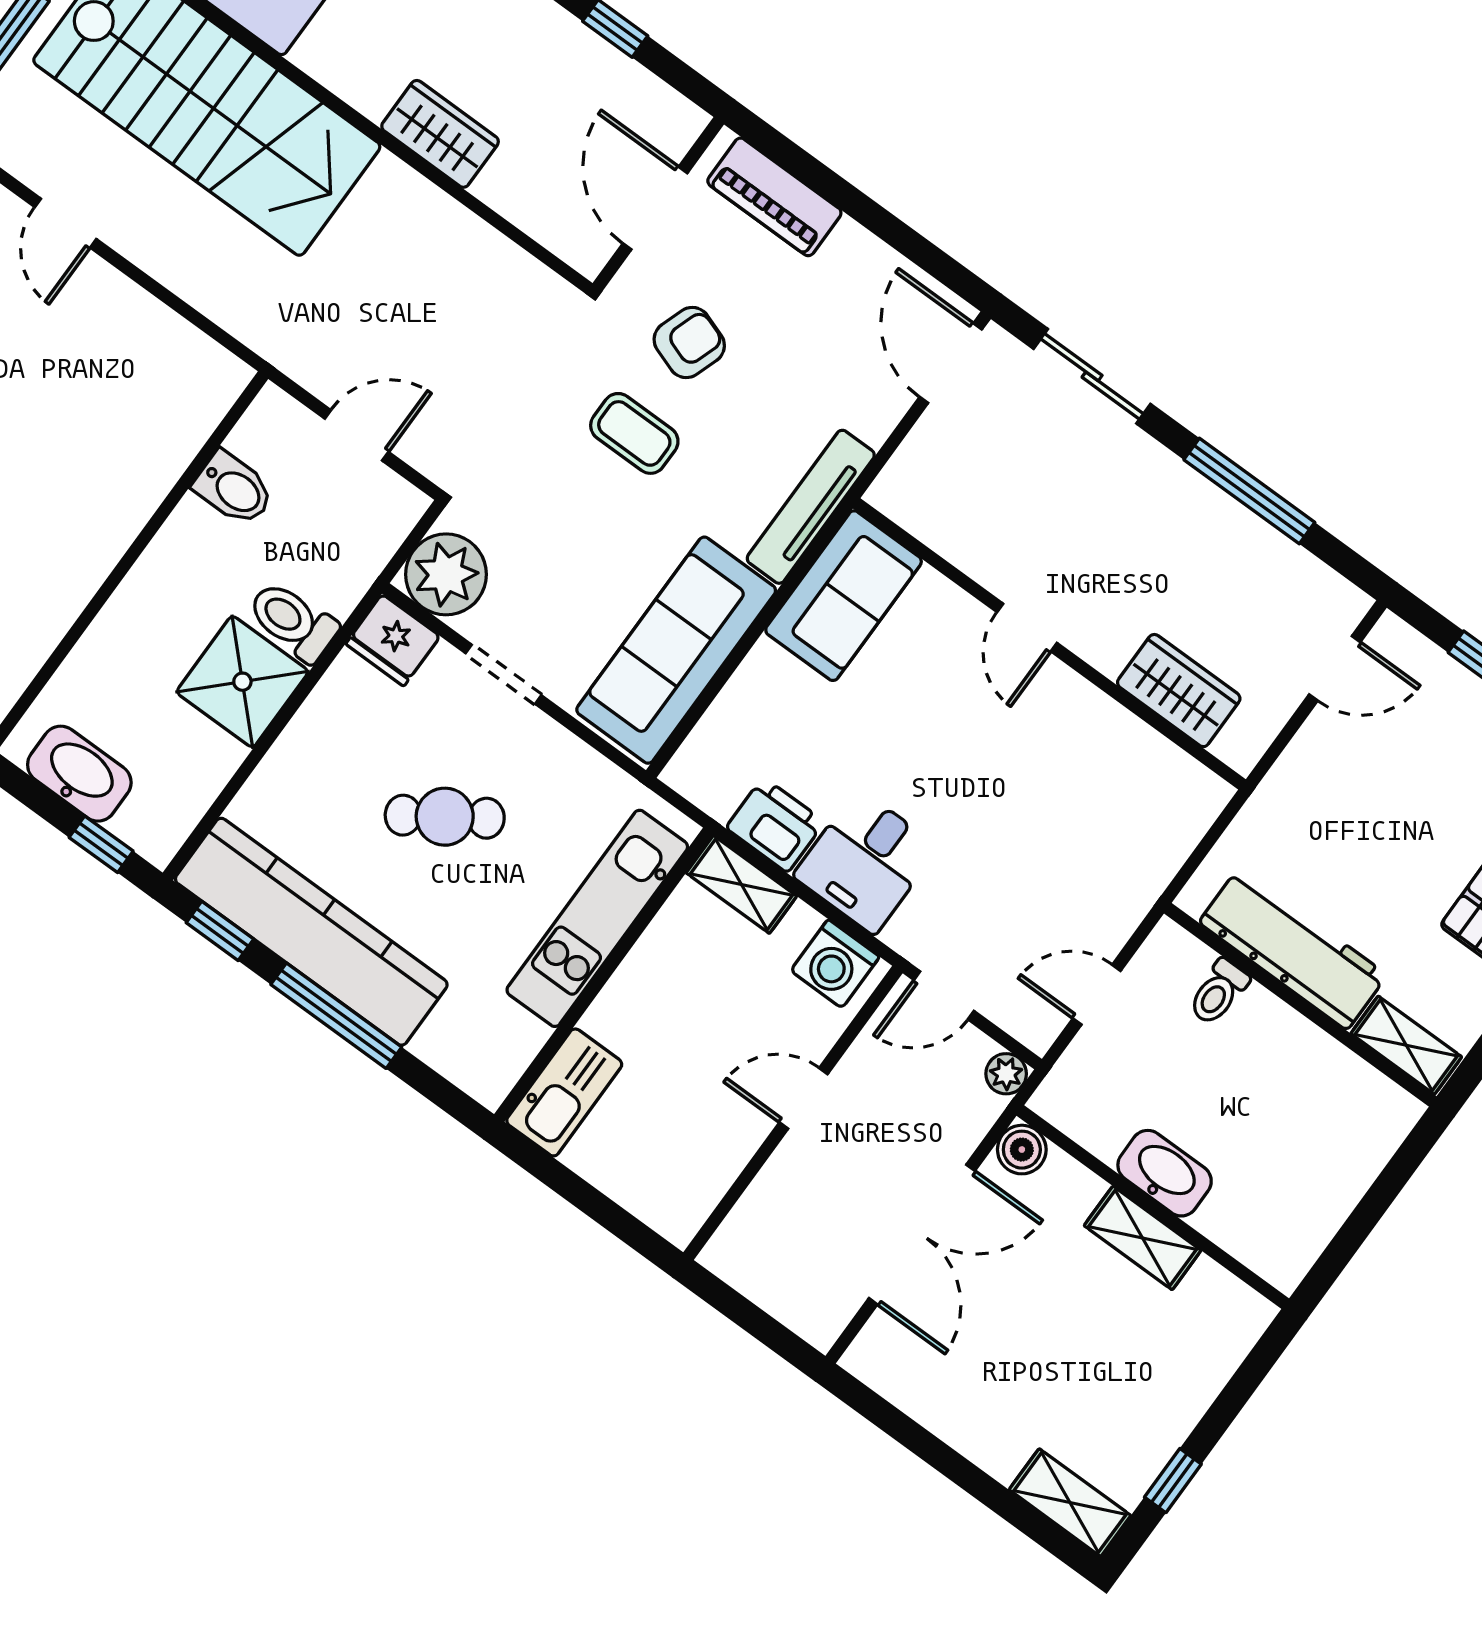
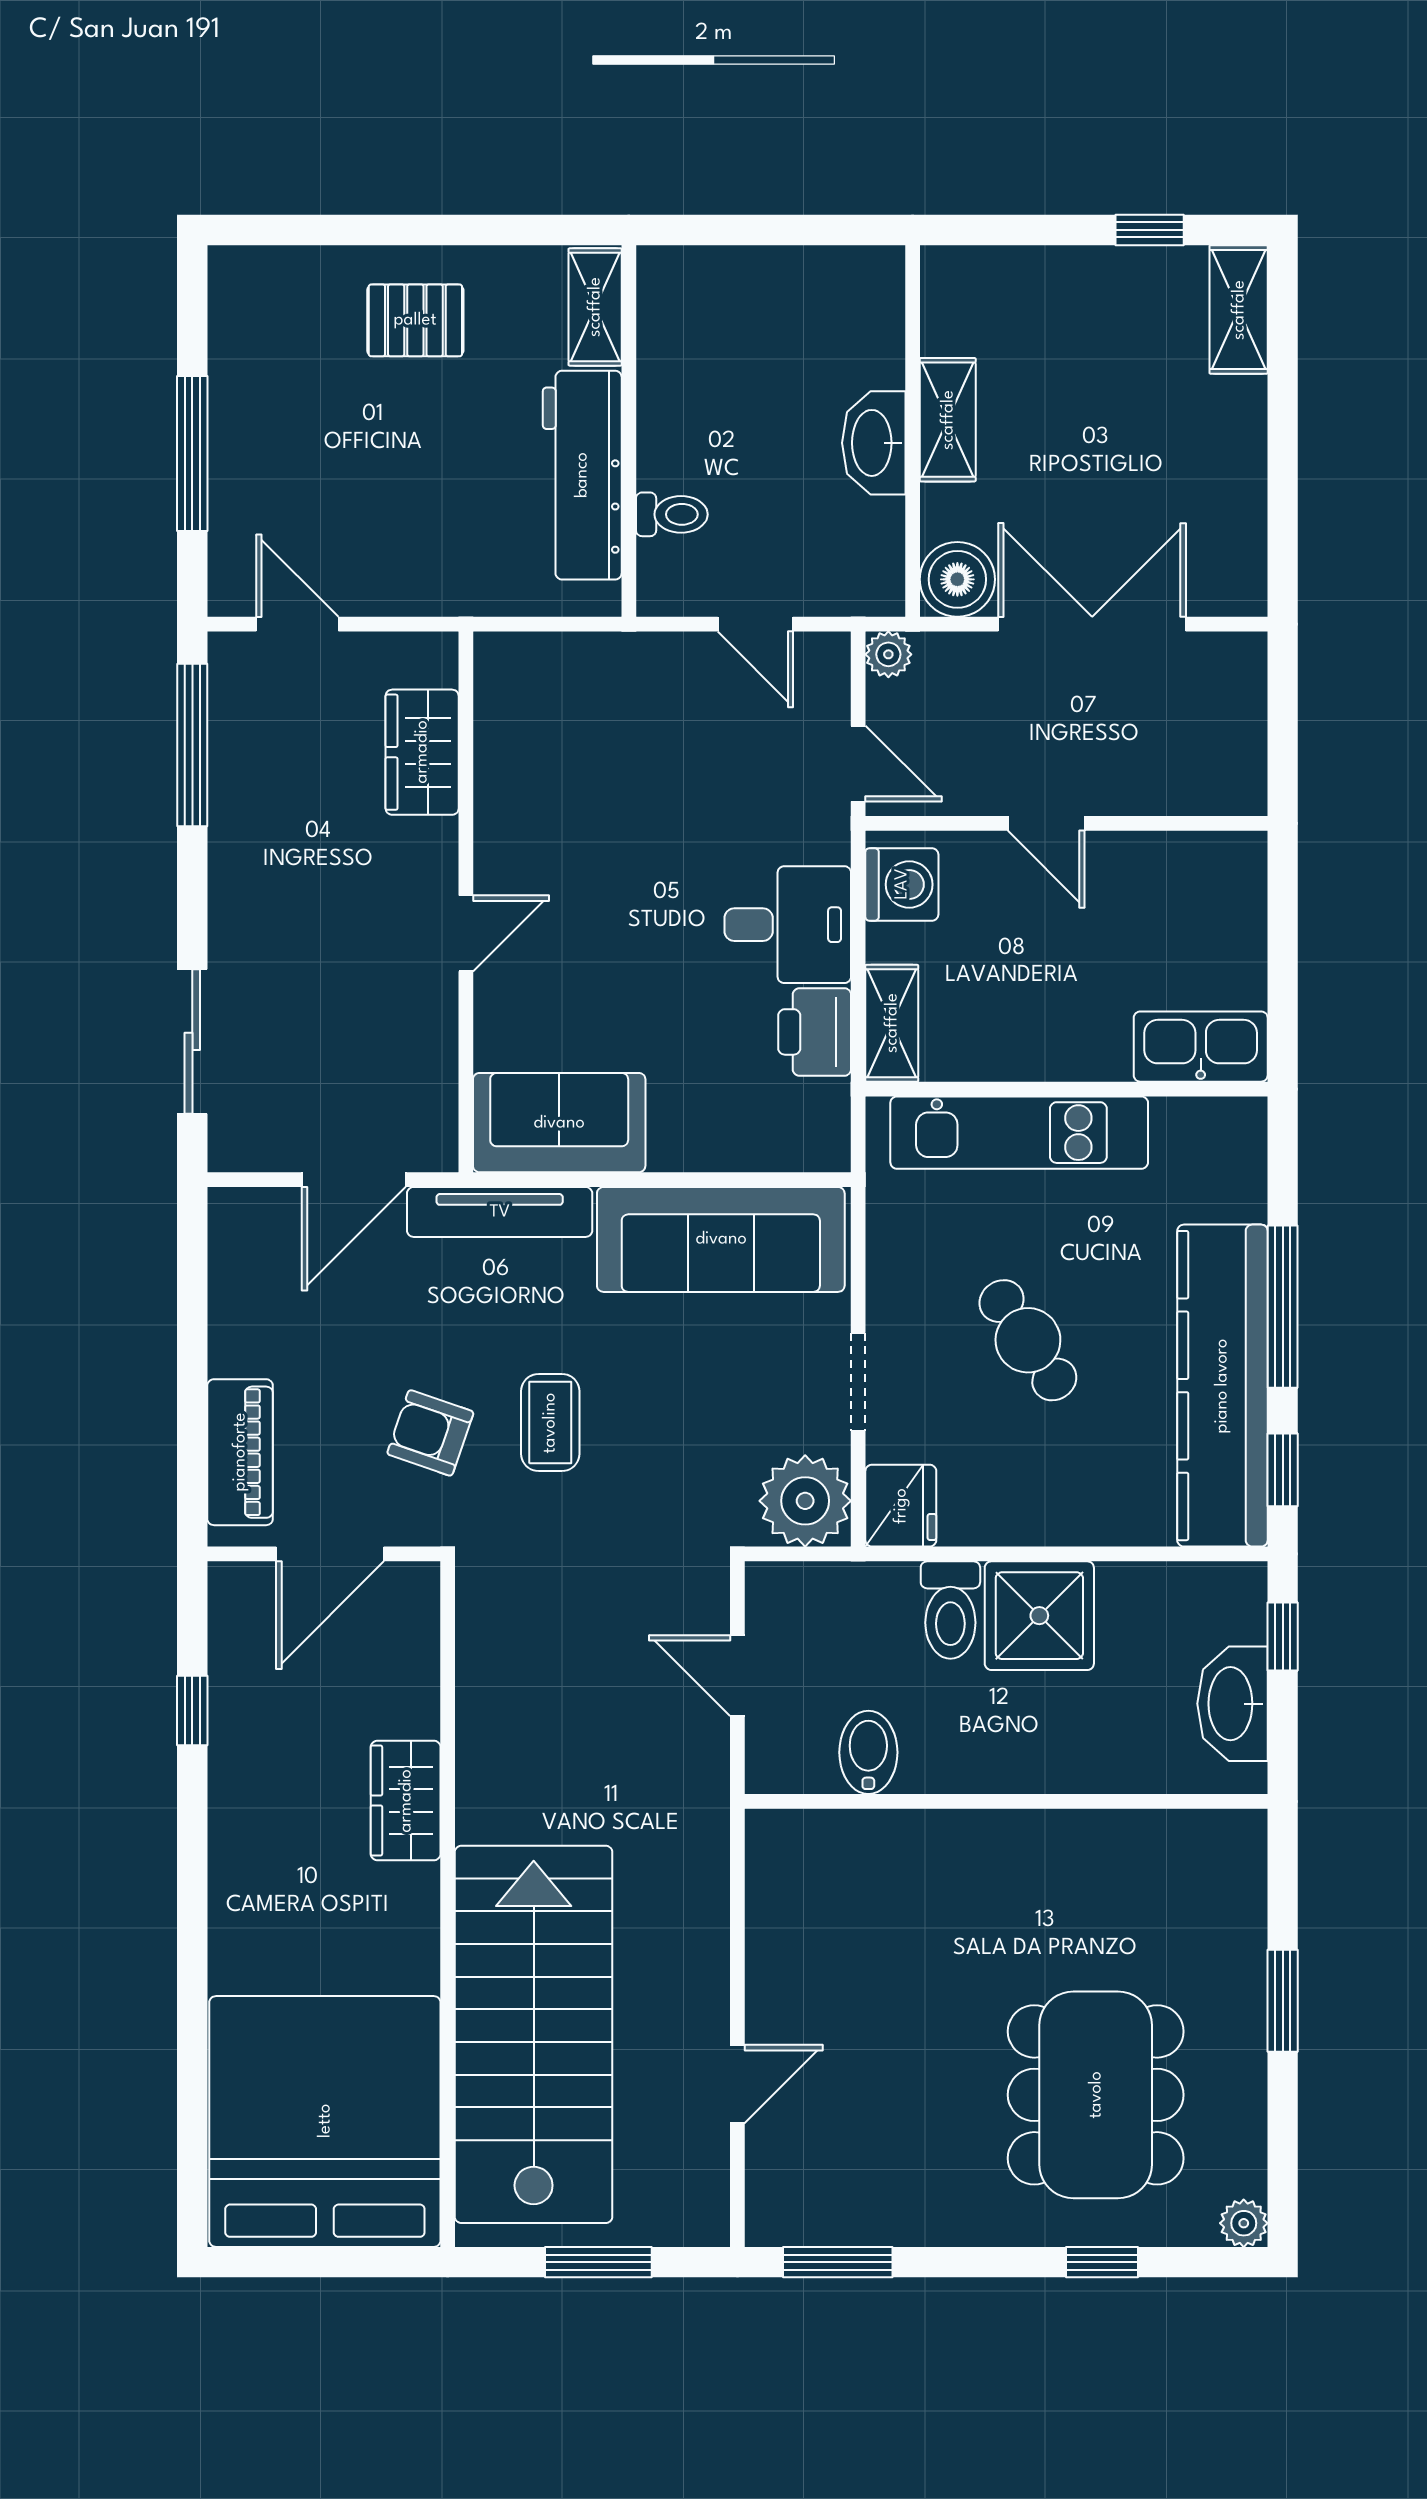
door: (951, 363) -> (354, 1180), moved
window: (1249, 491) -> (192, 745), moved
boiler: (1022, 1150) -> (957, 579), width x1.36, depth x1.36

